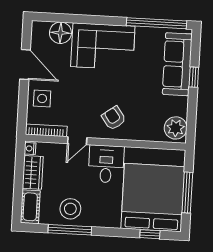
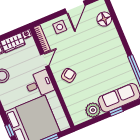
corner sofa: (103, 46) -> (108, 48), removed
plant: (176, 128) -> (93, 110), moved
door: (77, 141) -> (45, 60), swing flipped

